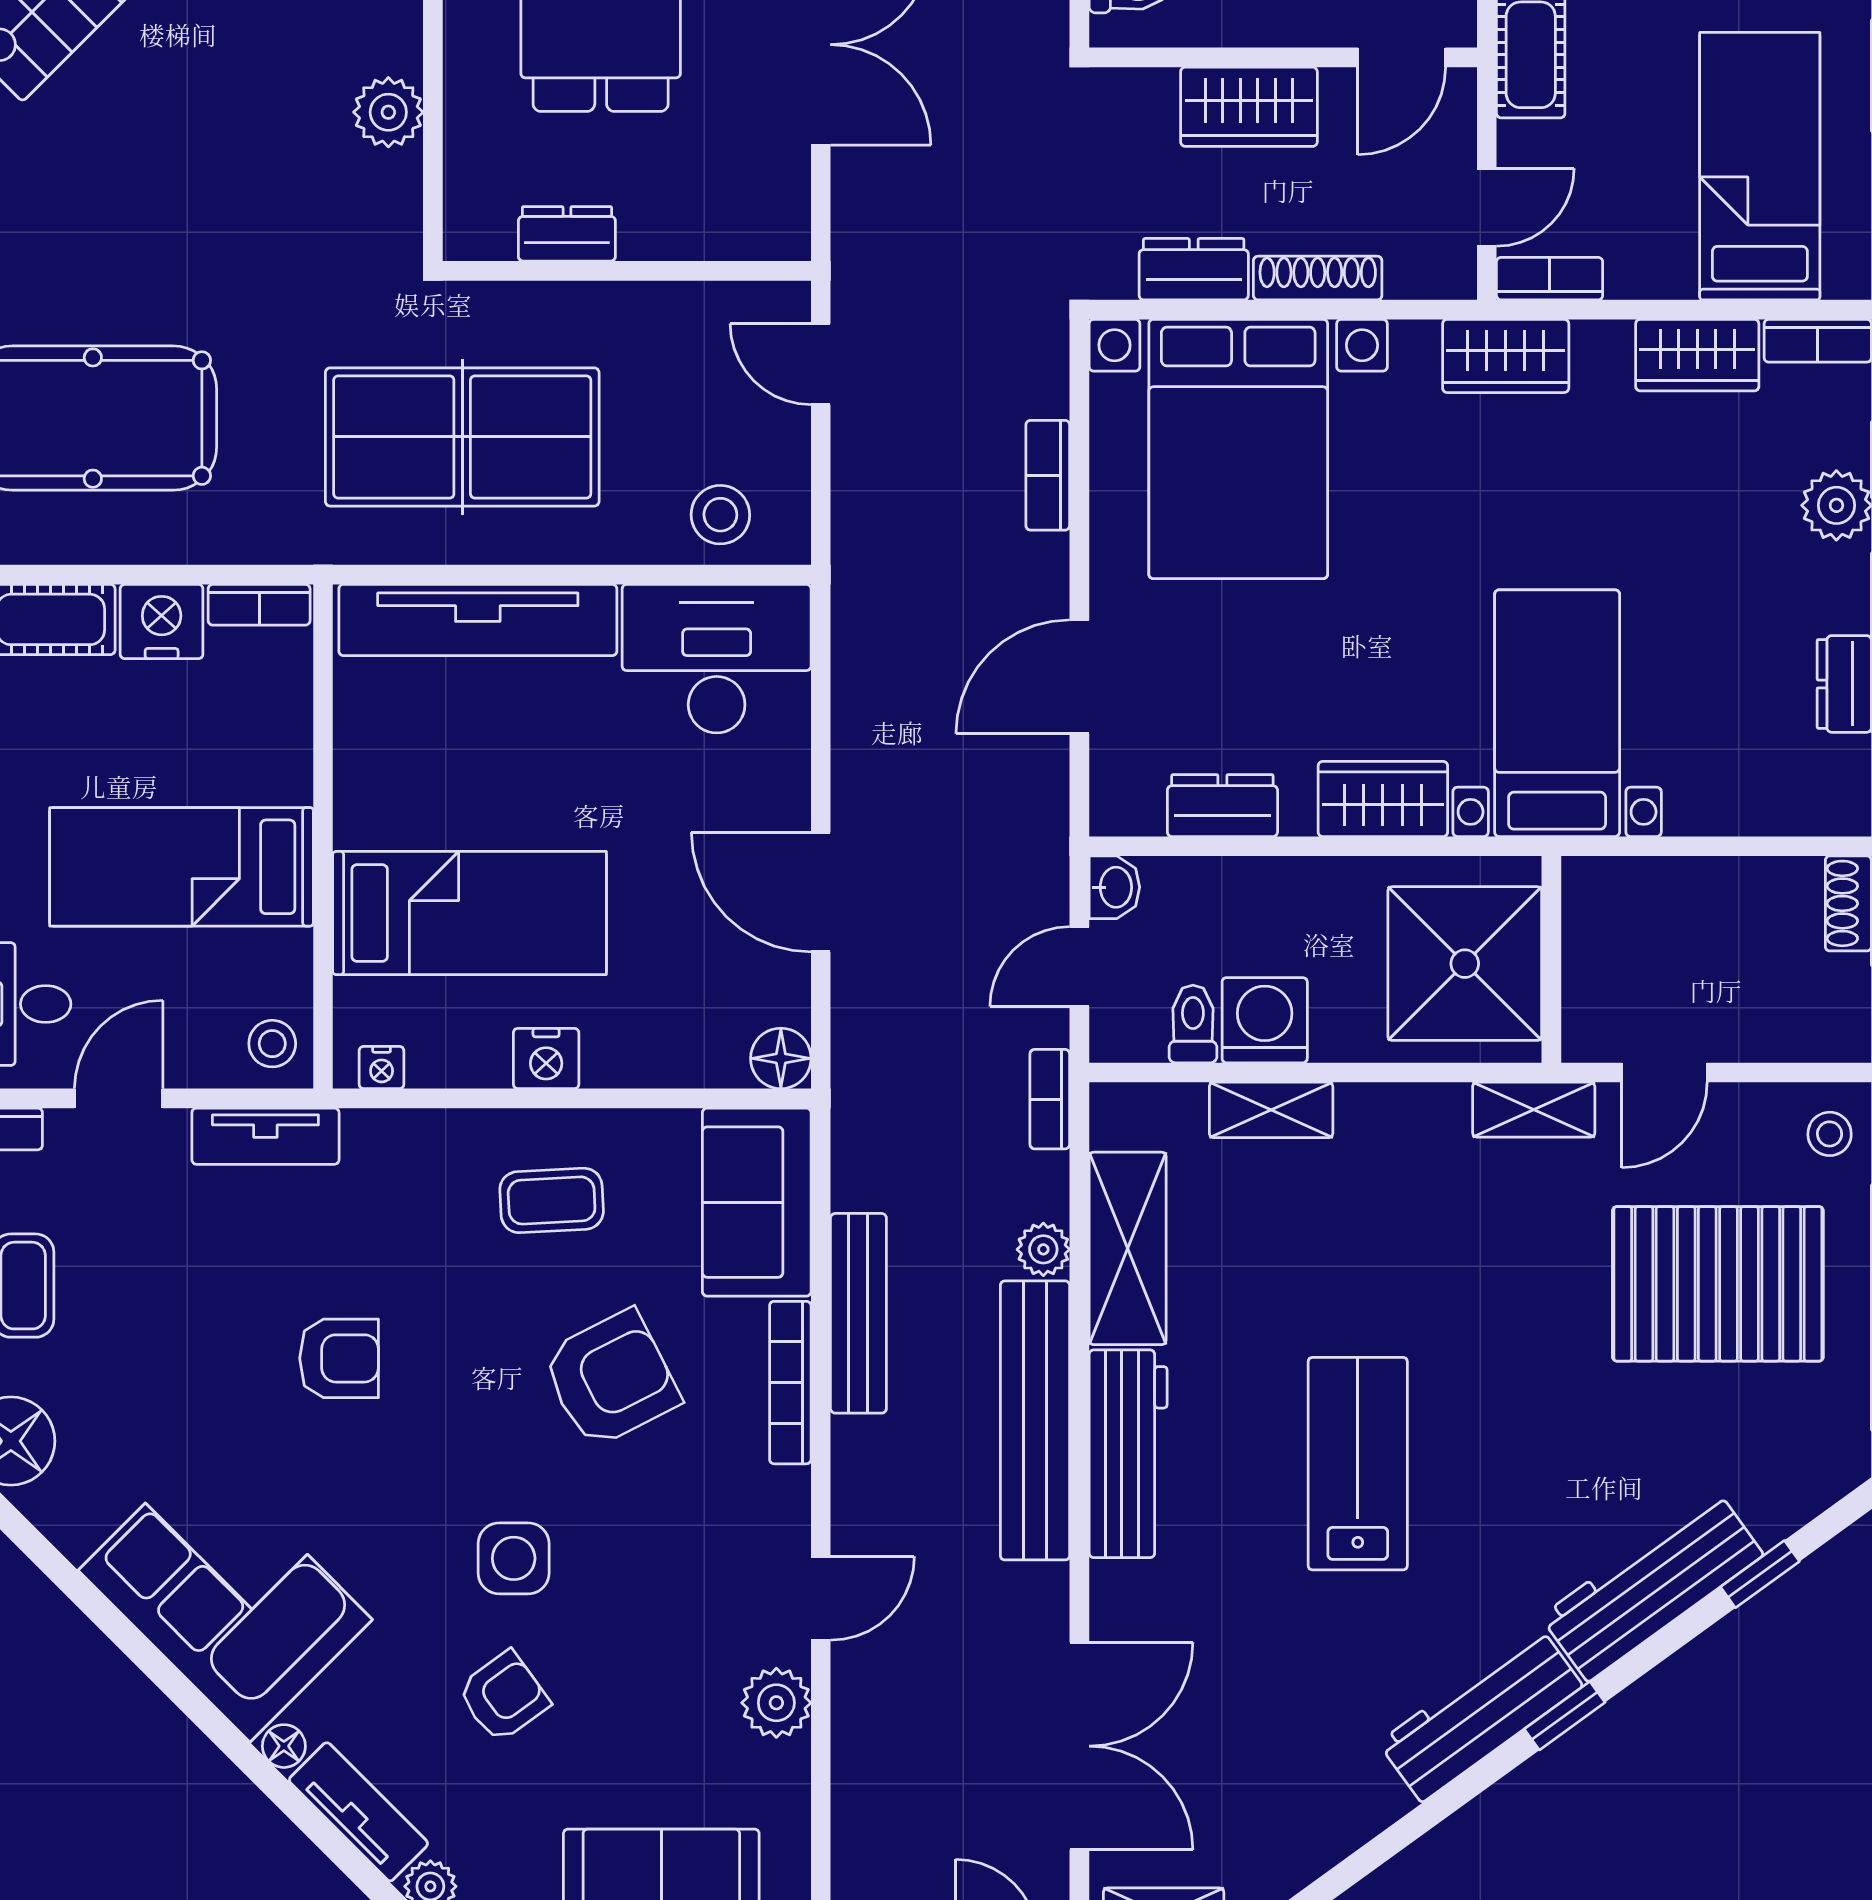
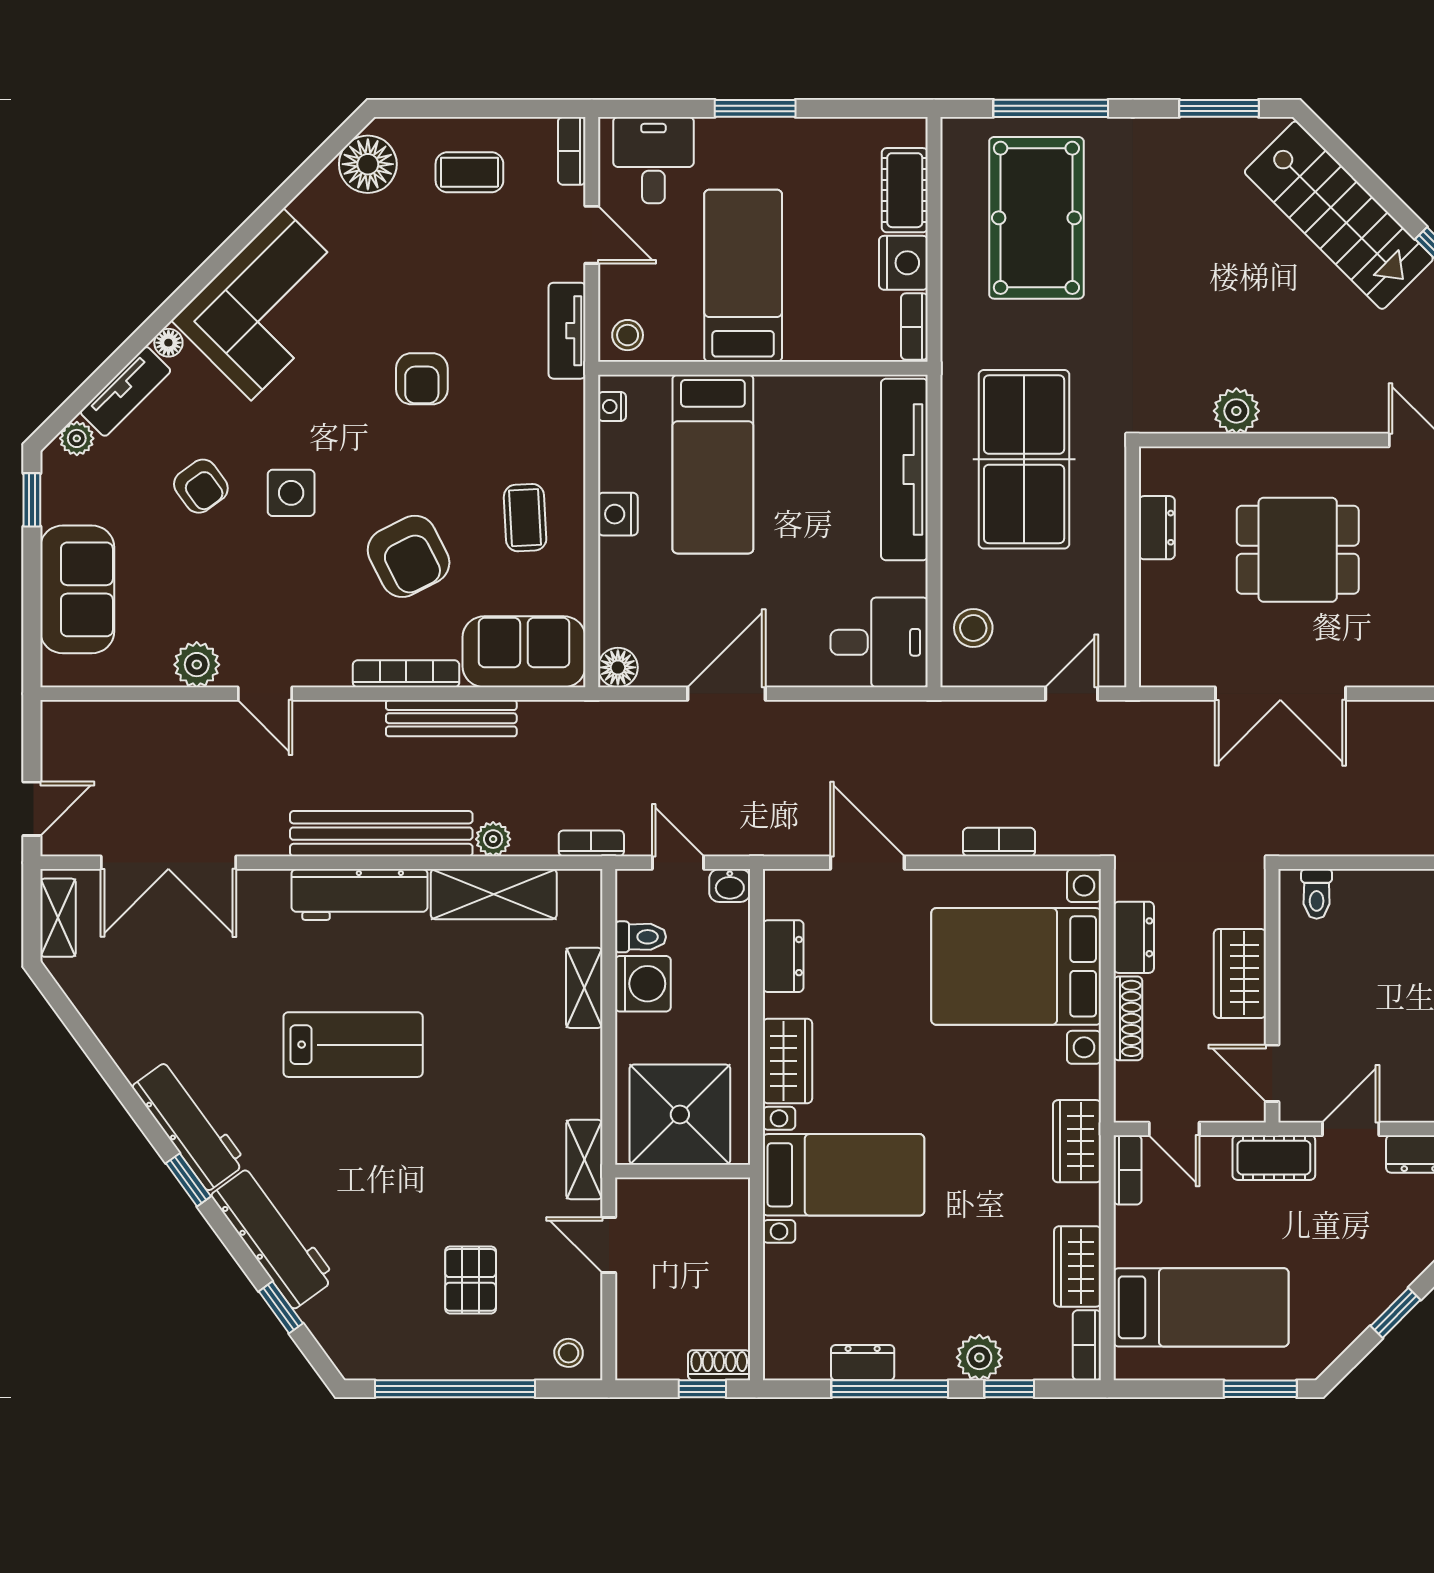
desk: (717, 659) -> (879, 642), width x0.73
pallet: (1718, 1284) -> (471, 1280), width x0.49, depth x0.50

